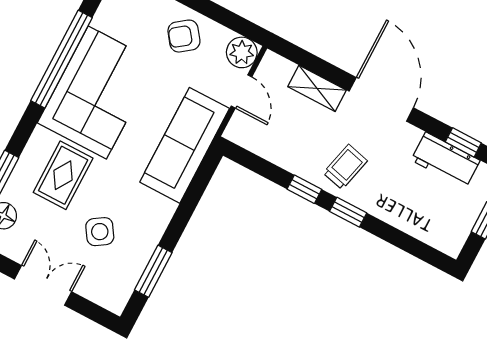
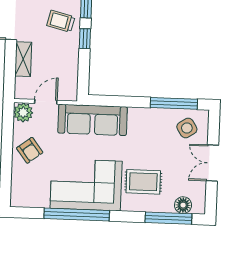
side table: (100, 232) -> (187, 128), moved
window: (153, 271) -> (174, 103), width x1.44

